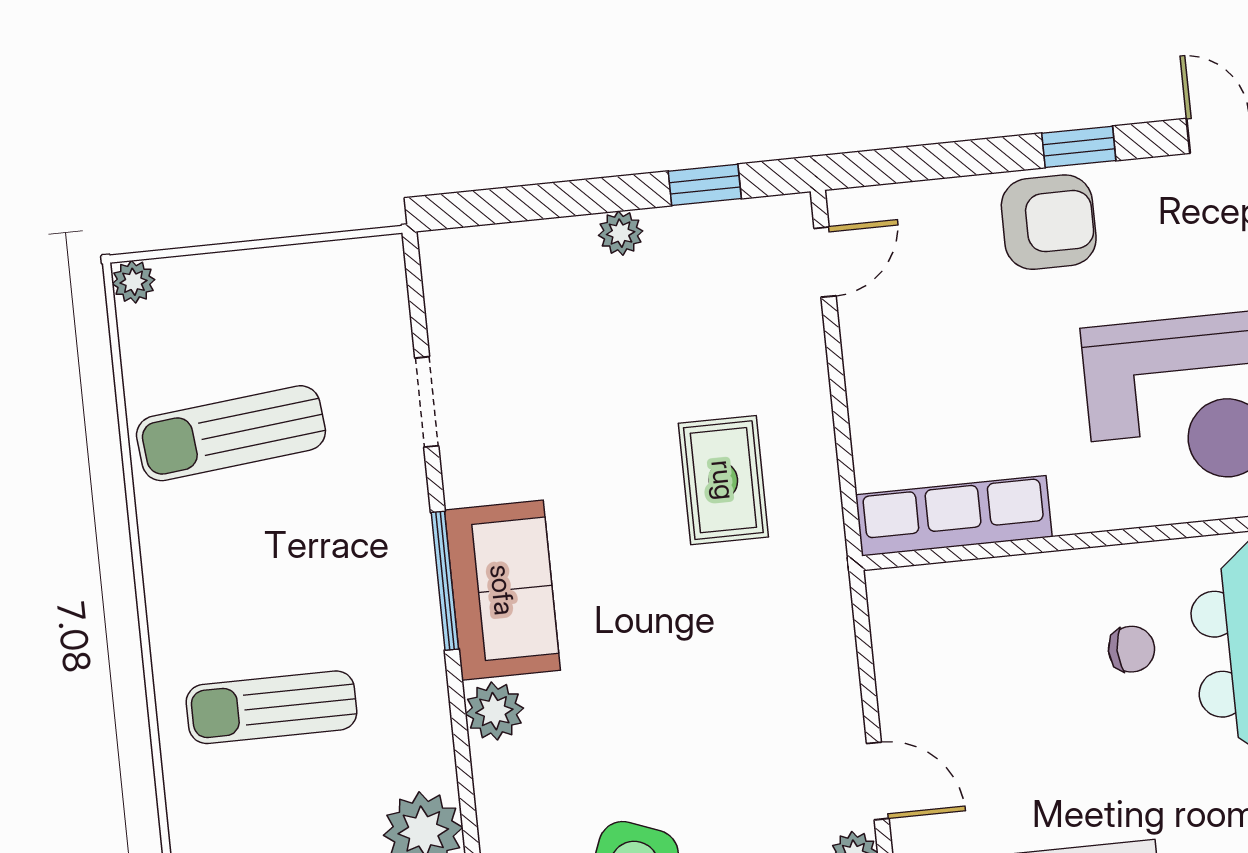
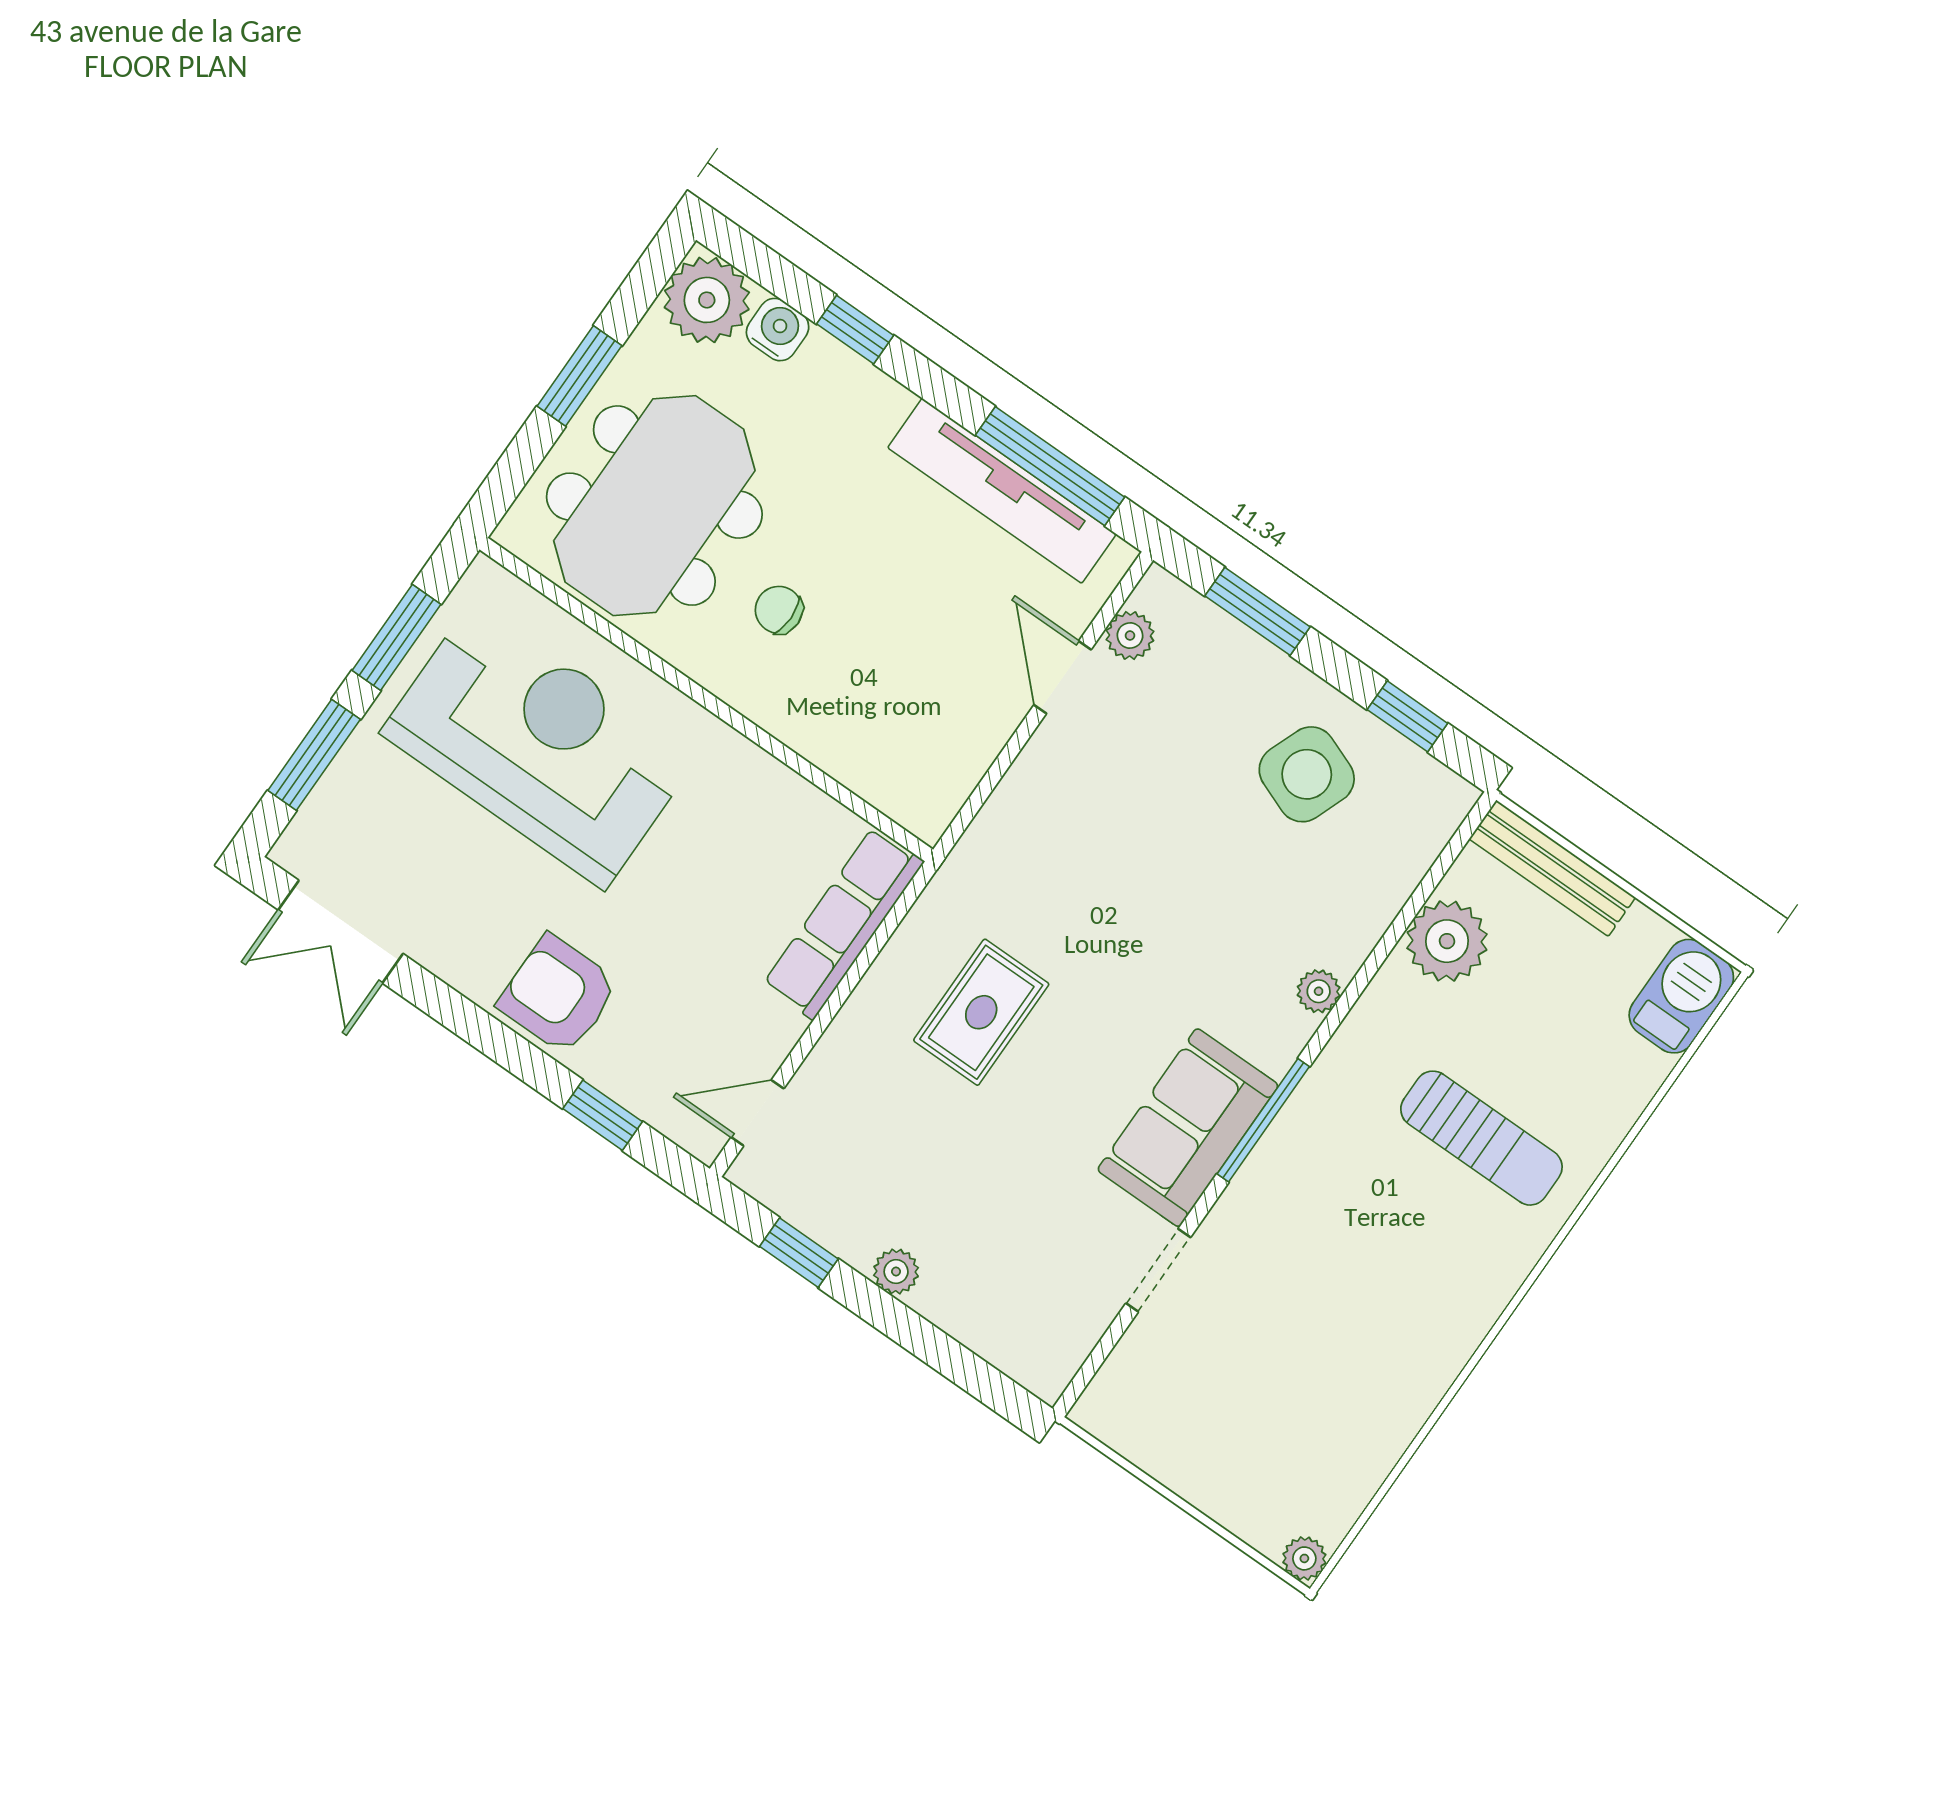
window: (1079, 147) -> (603, 1115), moved
sun lounger: (231, 433) -> (1330, 1377), removed
row of seats: (954, 516) -> (843, 923), moved, turned 90
sofa: (502, 590) -> (1188, 1128), moved
plant: (494, 711) -> (1319, 991), width x0.73, depth x0.73

